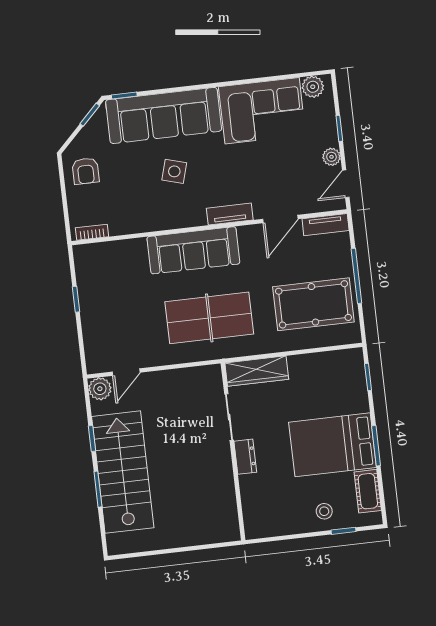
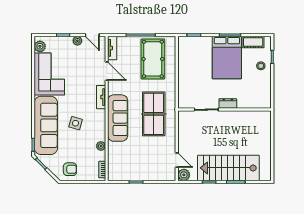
plant: (137, 225) -> (101, 146), added
wardrobe: (257, 371) -> (184, 92), removed

